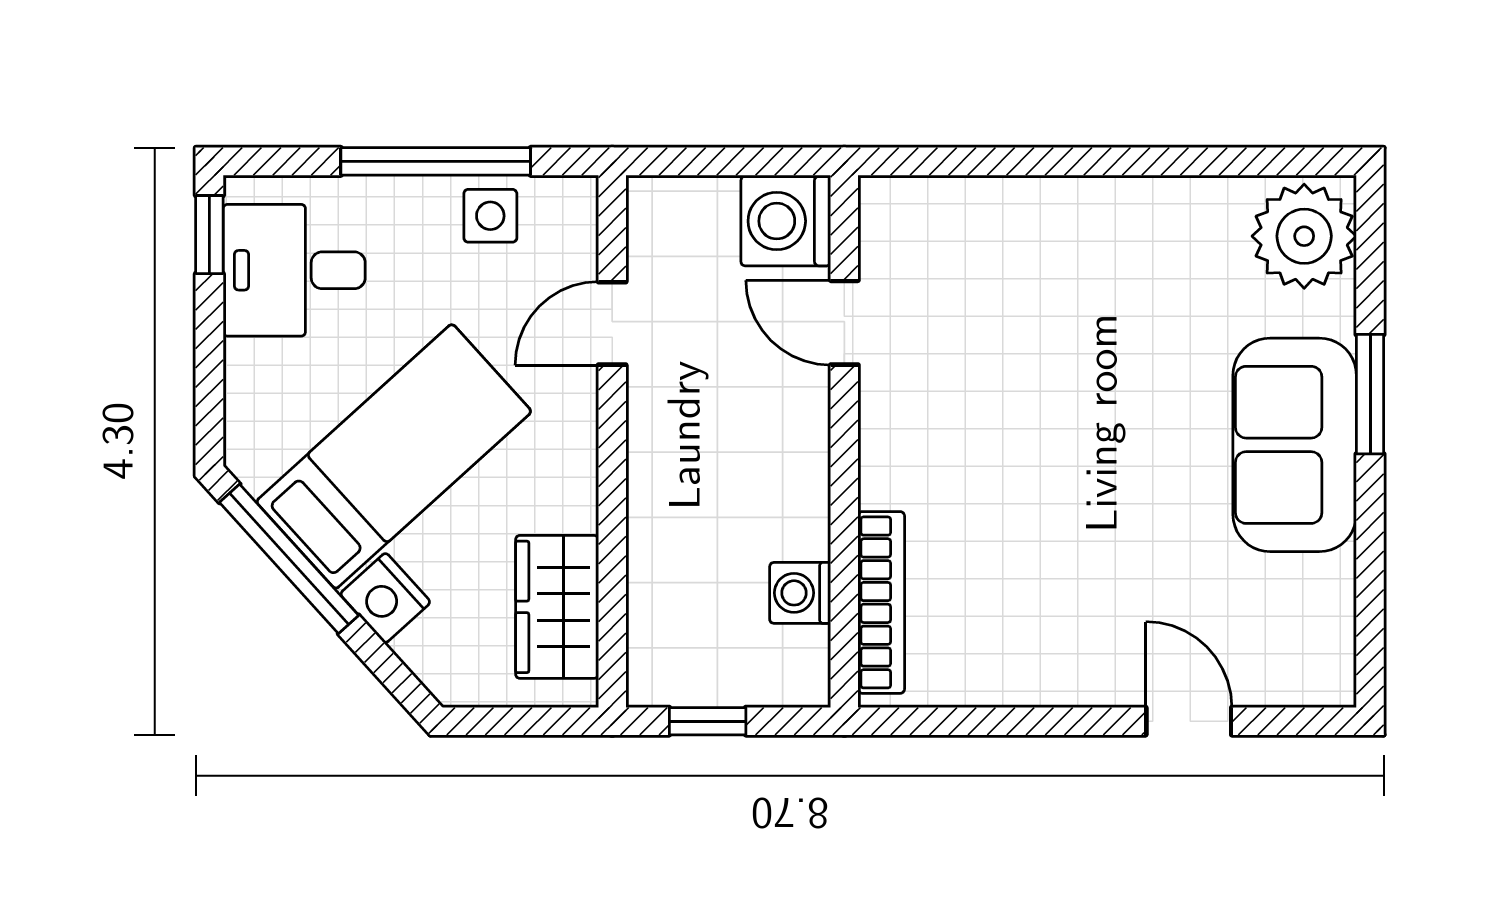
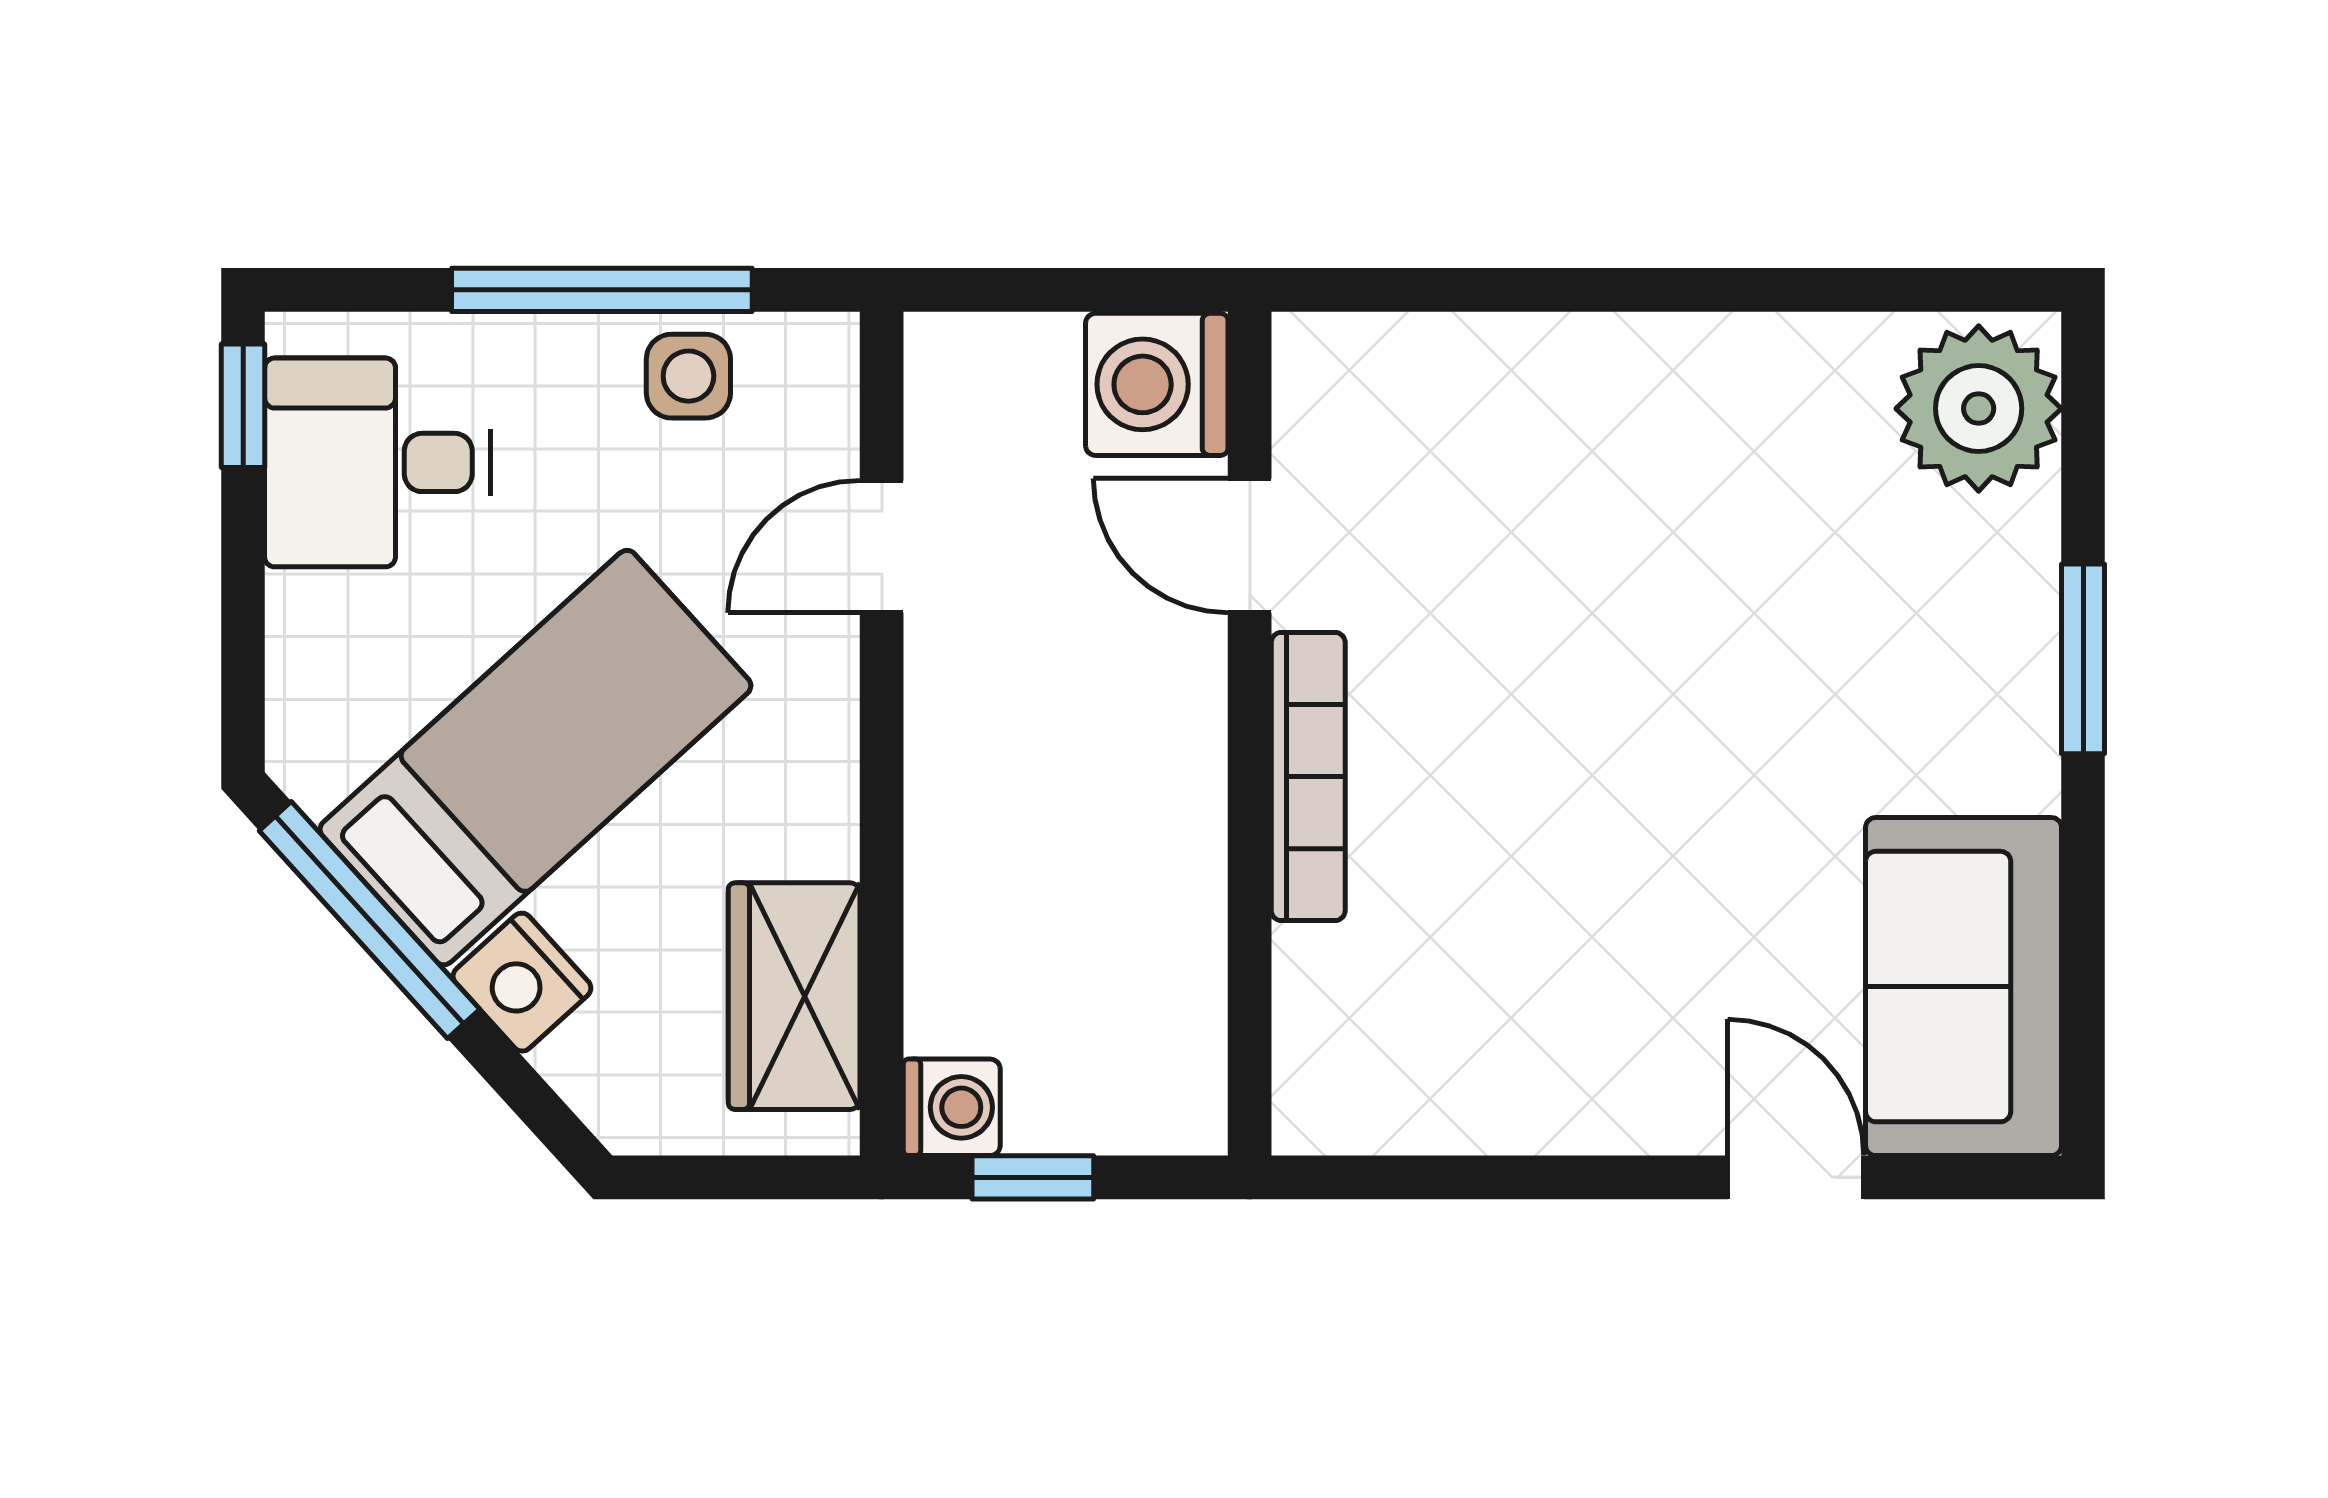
sofa: (1295, 445) -> (1964, 987), moved
washing machine: (800, 593) -> (952, 1107), moved, turned 180
bookcase: (881, 602) -> (1308, 776), moved

